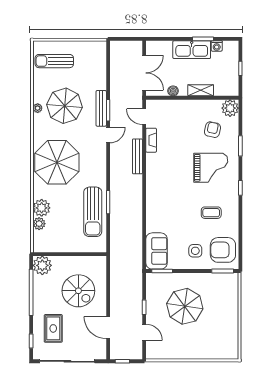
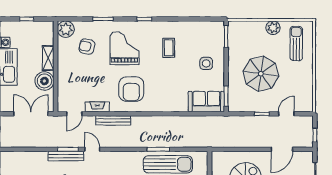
boiler: (173, 91) -> (44, 81), width x1.86, depth x1.86
armchair: (223, 250) -> (131, 89), moved
plant: (232, 319) -> (273, 28), added
sun lounger: (216, 342) -> (296, 44), added

